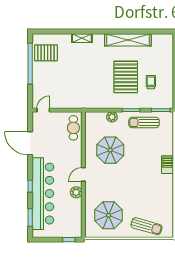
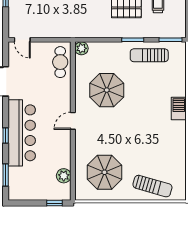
door: (43, 110) -> (22, 40), swing flipped
plant: (112, 117) -> (81, 48), moved
plant: (76, 192) -> (64, 176), moved
bar counter: (43, 194) -> (22, 133), width x0.73

